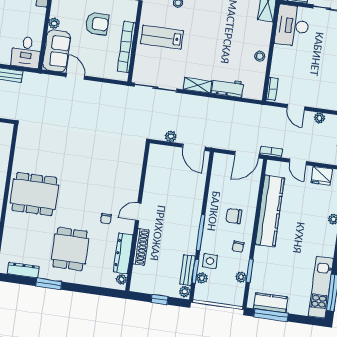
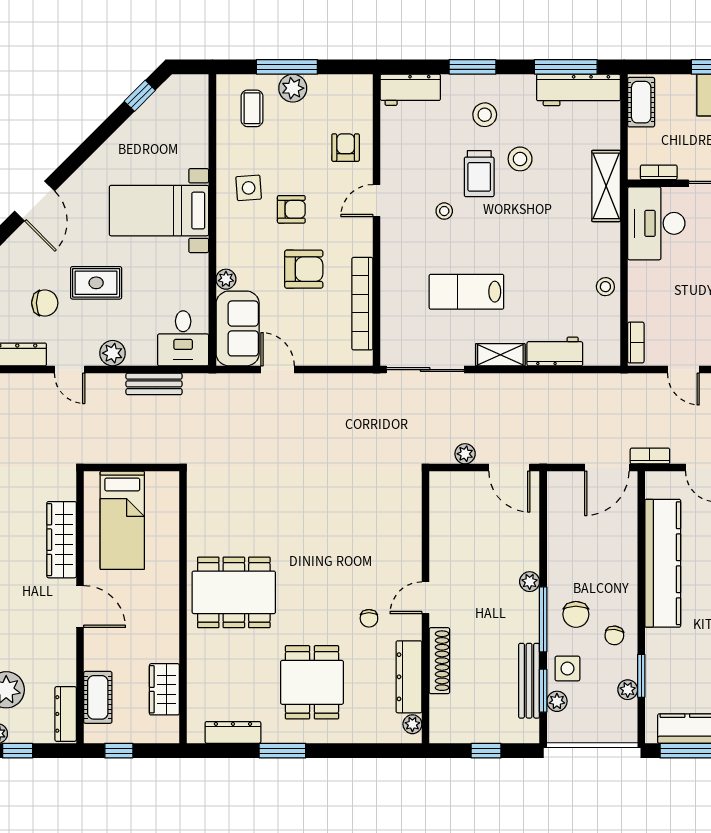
lab bench: (162, 37) -> (466, 292), moved
chair: (234, 216) -> (576, 614), moved, turned -90
bench: (187, 270) -> (529, 681), width x1.36
plant: (185, 291) -> (530, 582), moved

